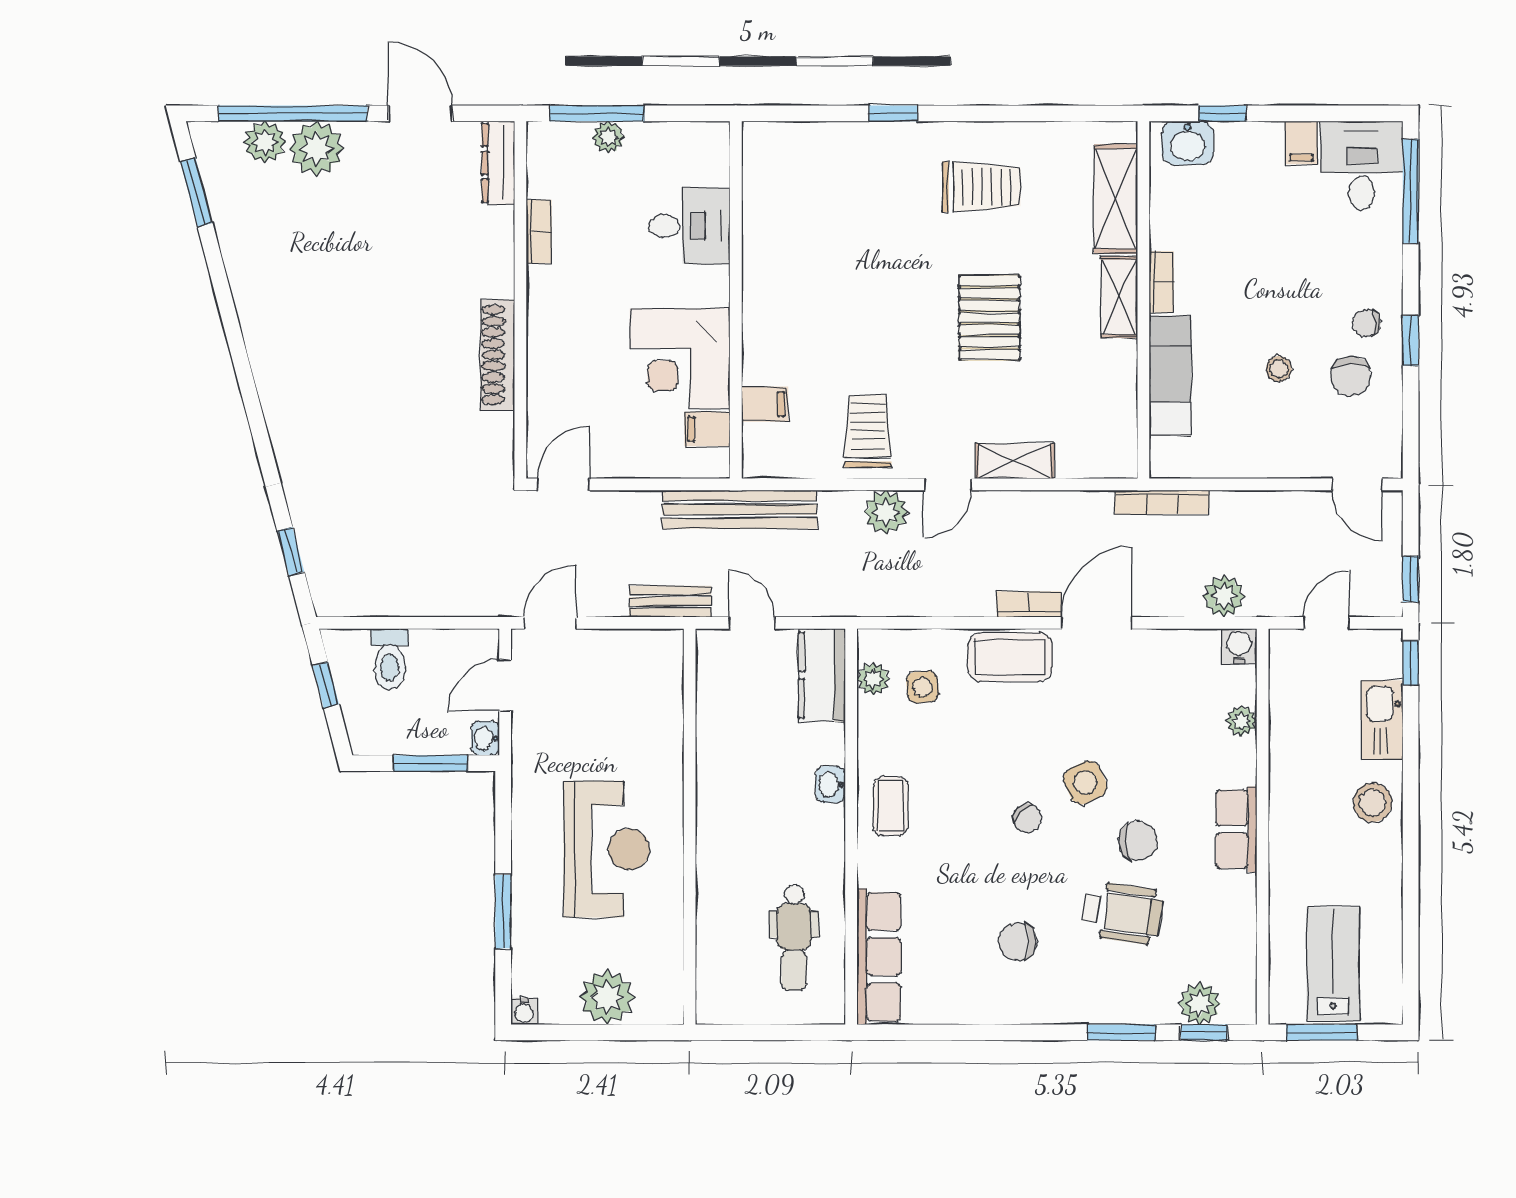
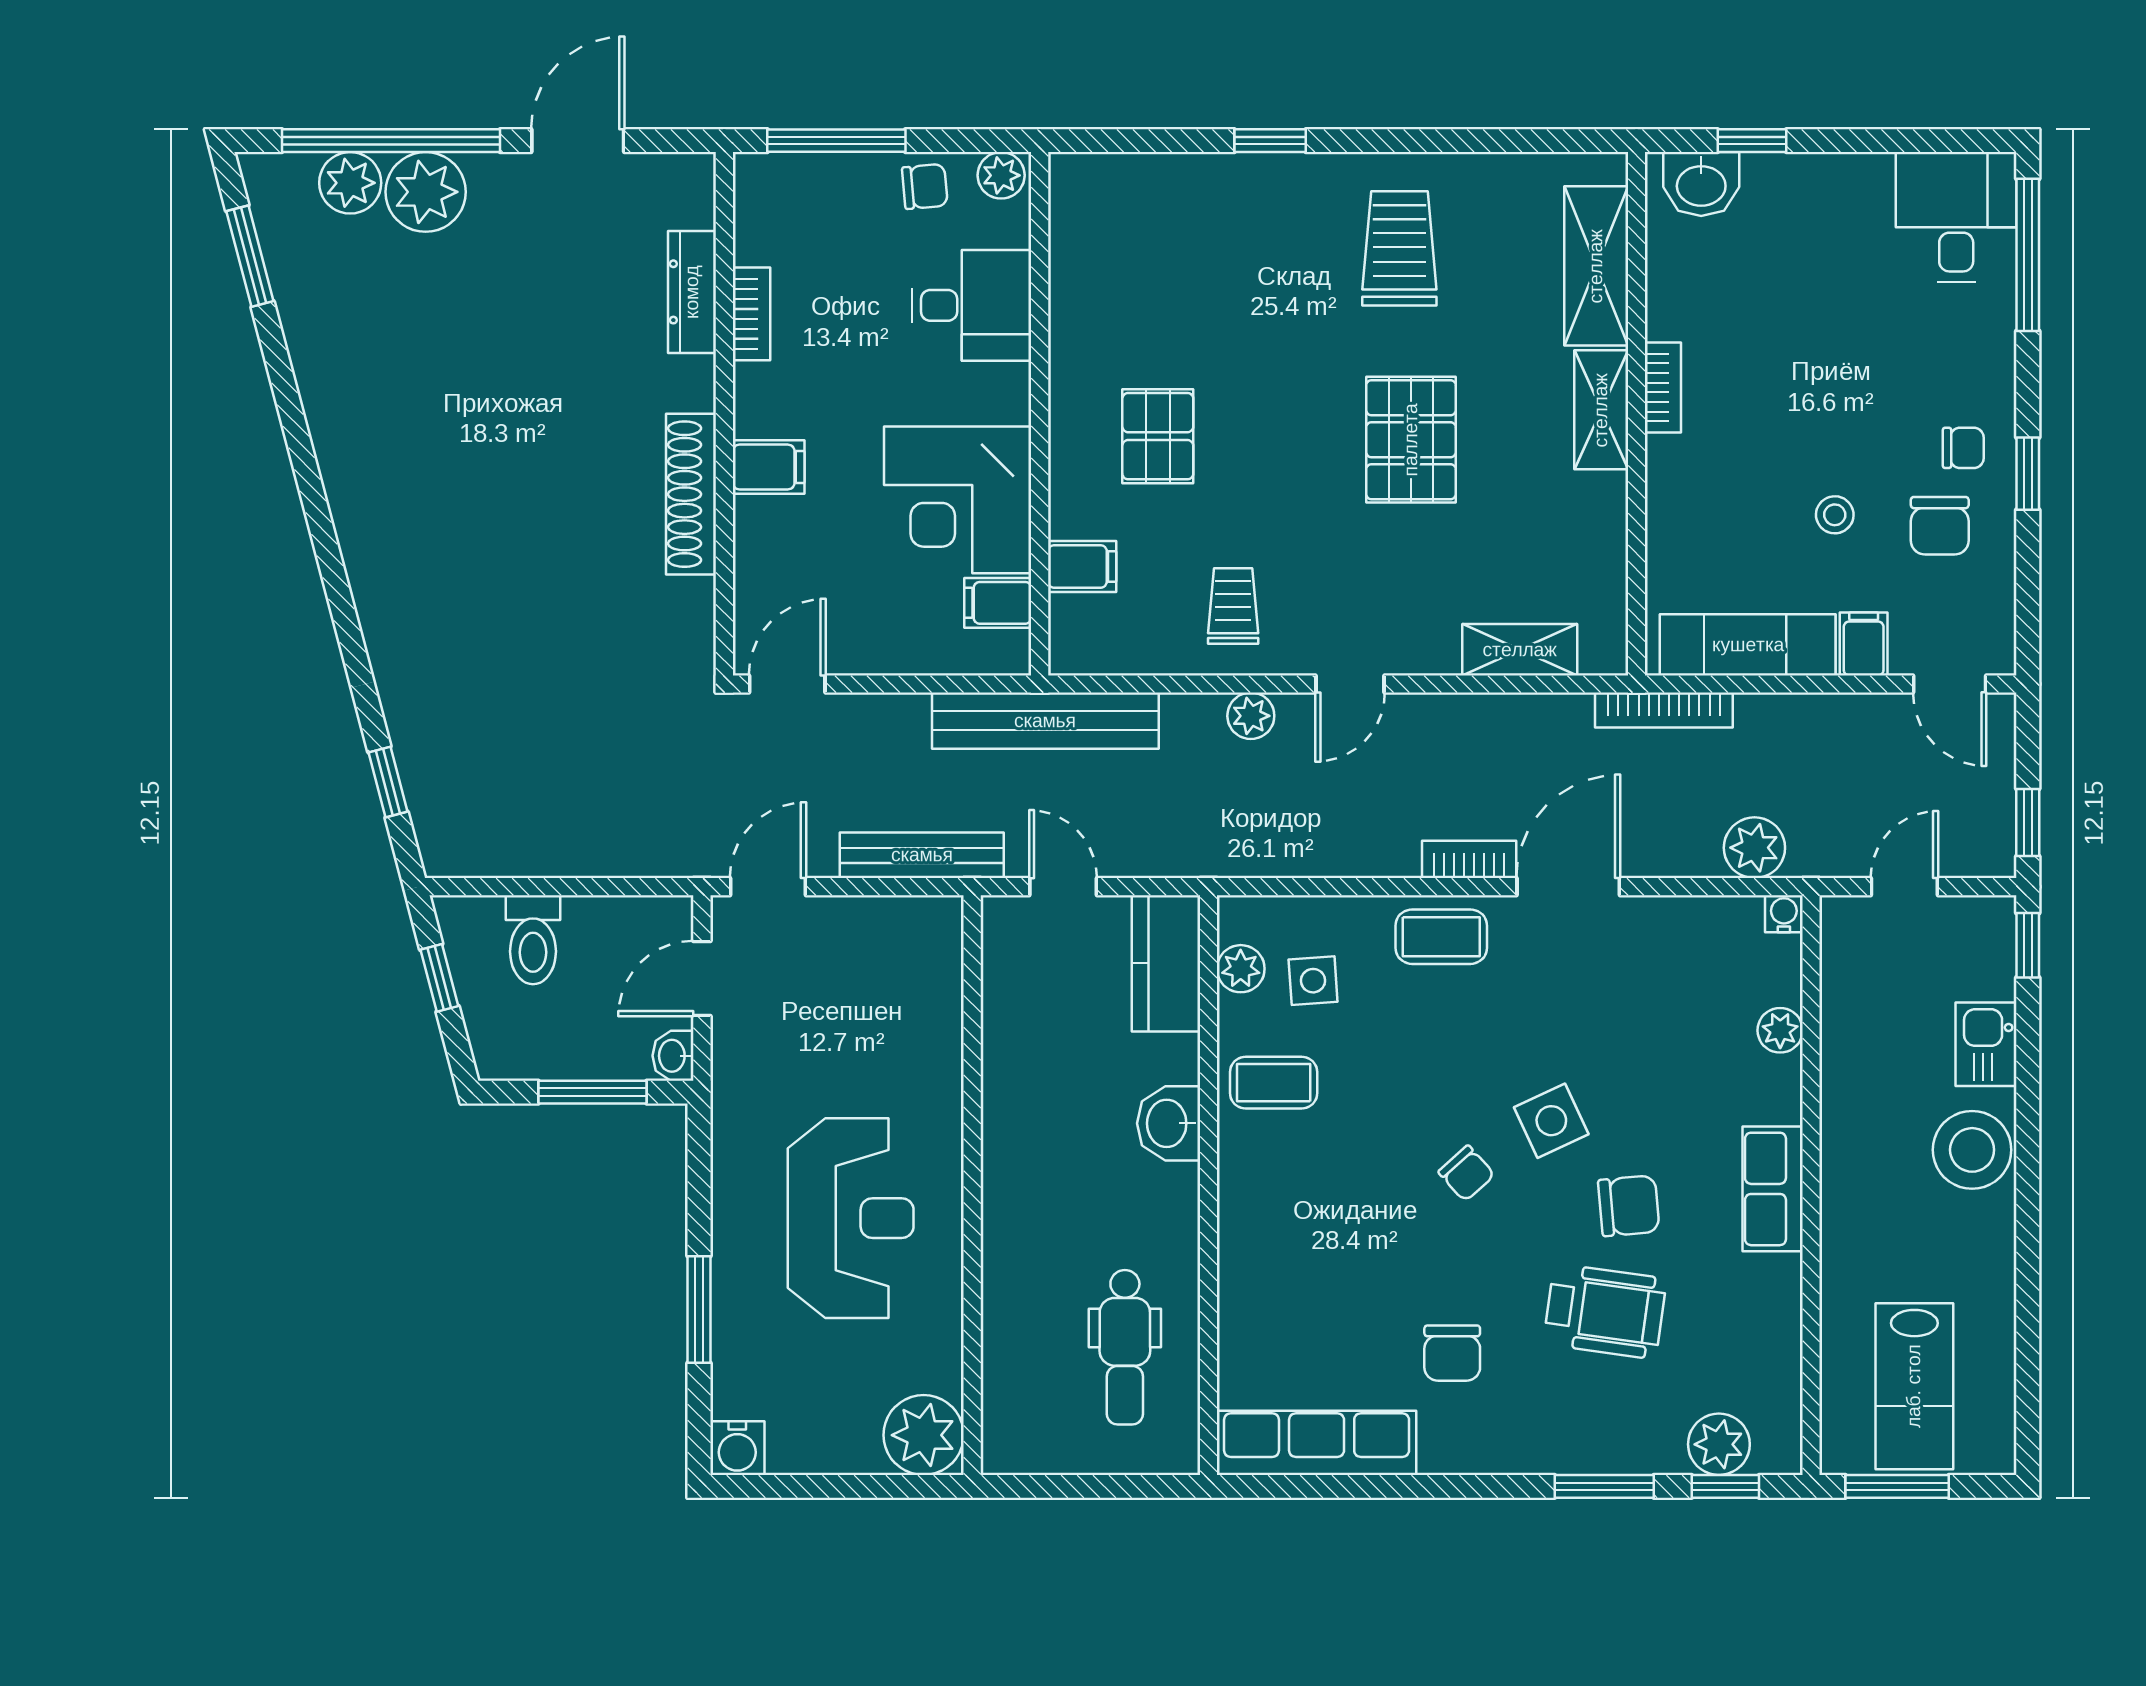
door: (420, 113) -> (578, 141), hinge flipped
plant: (608, 137) -> (1001, 175), moved
filing cabinet: (1301, 143) -> (1864, 644), moved, turned 180
chair: (657, 145) -> (925, 186), added
dresser: (498, 163) -> (692, 292), moved
trolley: (981, 187) -> (1399, 248), turned -90
pallet: (816, 315) -> (1158, 436), added
chair: (1367, 323) -> (1963, 448), turned 180
filing cabinet: (551, 336) -> (769, 467), added
exam couch: (1170, 376) -> (1748, 645), moved, turned -90
trolley: (868, 431) -> (1233, 606), width x0.73, depth x0.72
shelving: (1014, 461) -> (1520, 650), moved
plant: (886, 512) -> (1251, 716), width x0.73, depth x0.73
bench: (670, 601) -> (922, 855), width x1.36
water cooler: (1239, 646) -> (1784, 914), width x0.72, depth x0.72
coffee table: (1010, 657) -> (1441, 937), width x0.73, depth x0.77
kitchen sink: (1382, 720) -> (1986, 1044), width x0.73
washbasin: (830, 784) -> (1169, 1123), width x1.38, depth x1.45
stool: (1373, 803) -> (1972, 1150), width x1.38, depth x1.38
coffee table: (891, 806) -> (1274, 1083), moved, turned 90
chair: (1018, 941) -> (1452, 1353), turned -90
row of seats: (879, 957) -> (1317, 1443), moved, turned -90
lab bench: (1333, 964) -> (1914, 1386), turned 180
plant: (607, 997) -> (924, 1435), moved
water cooler: (524, 1011) -> (737, 1448), width x1.38, depth x1.38

